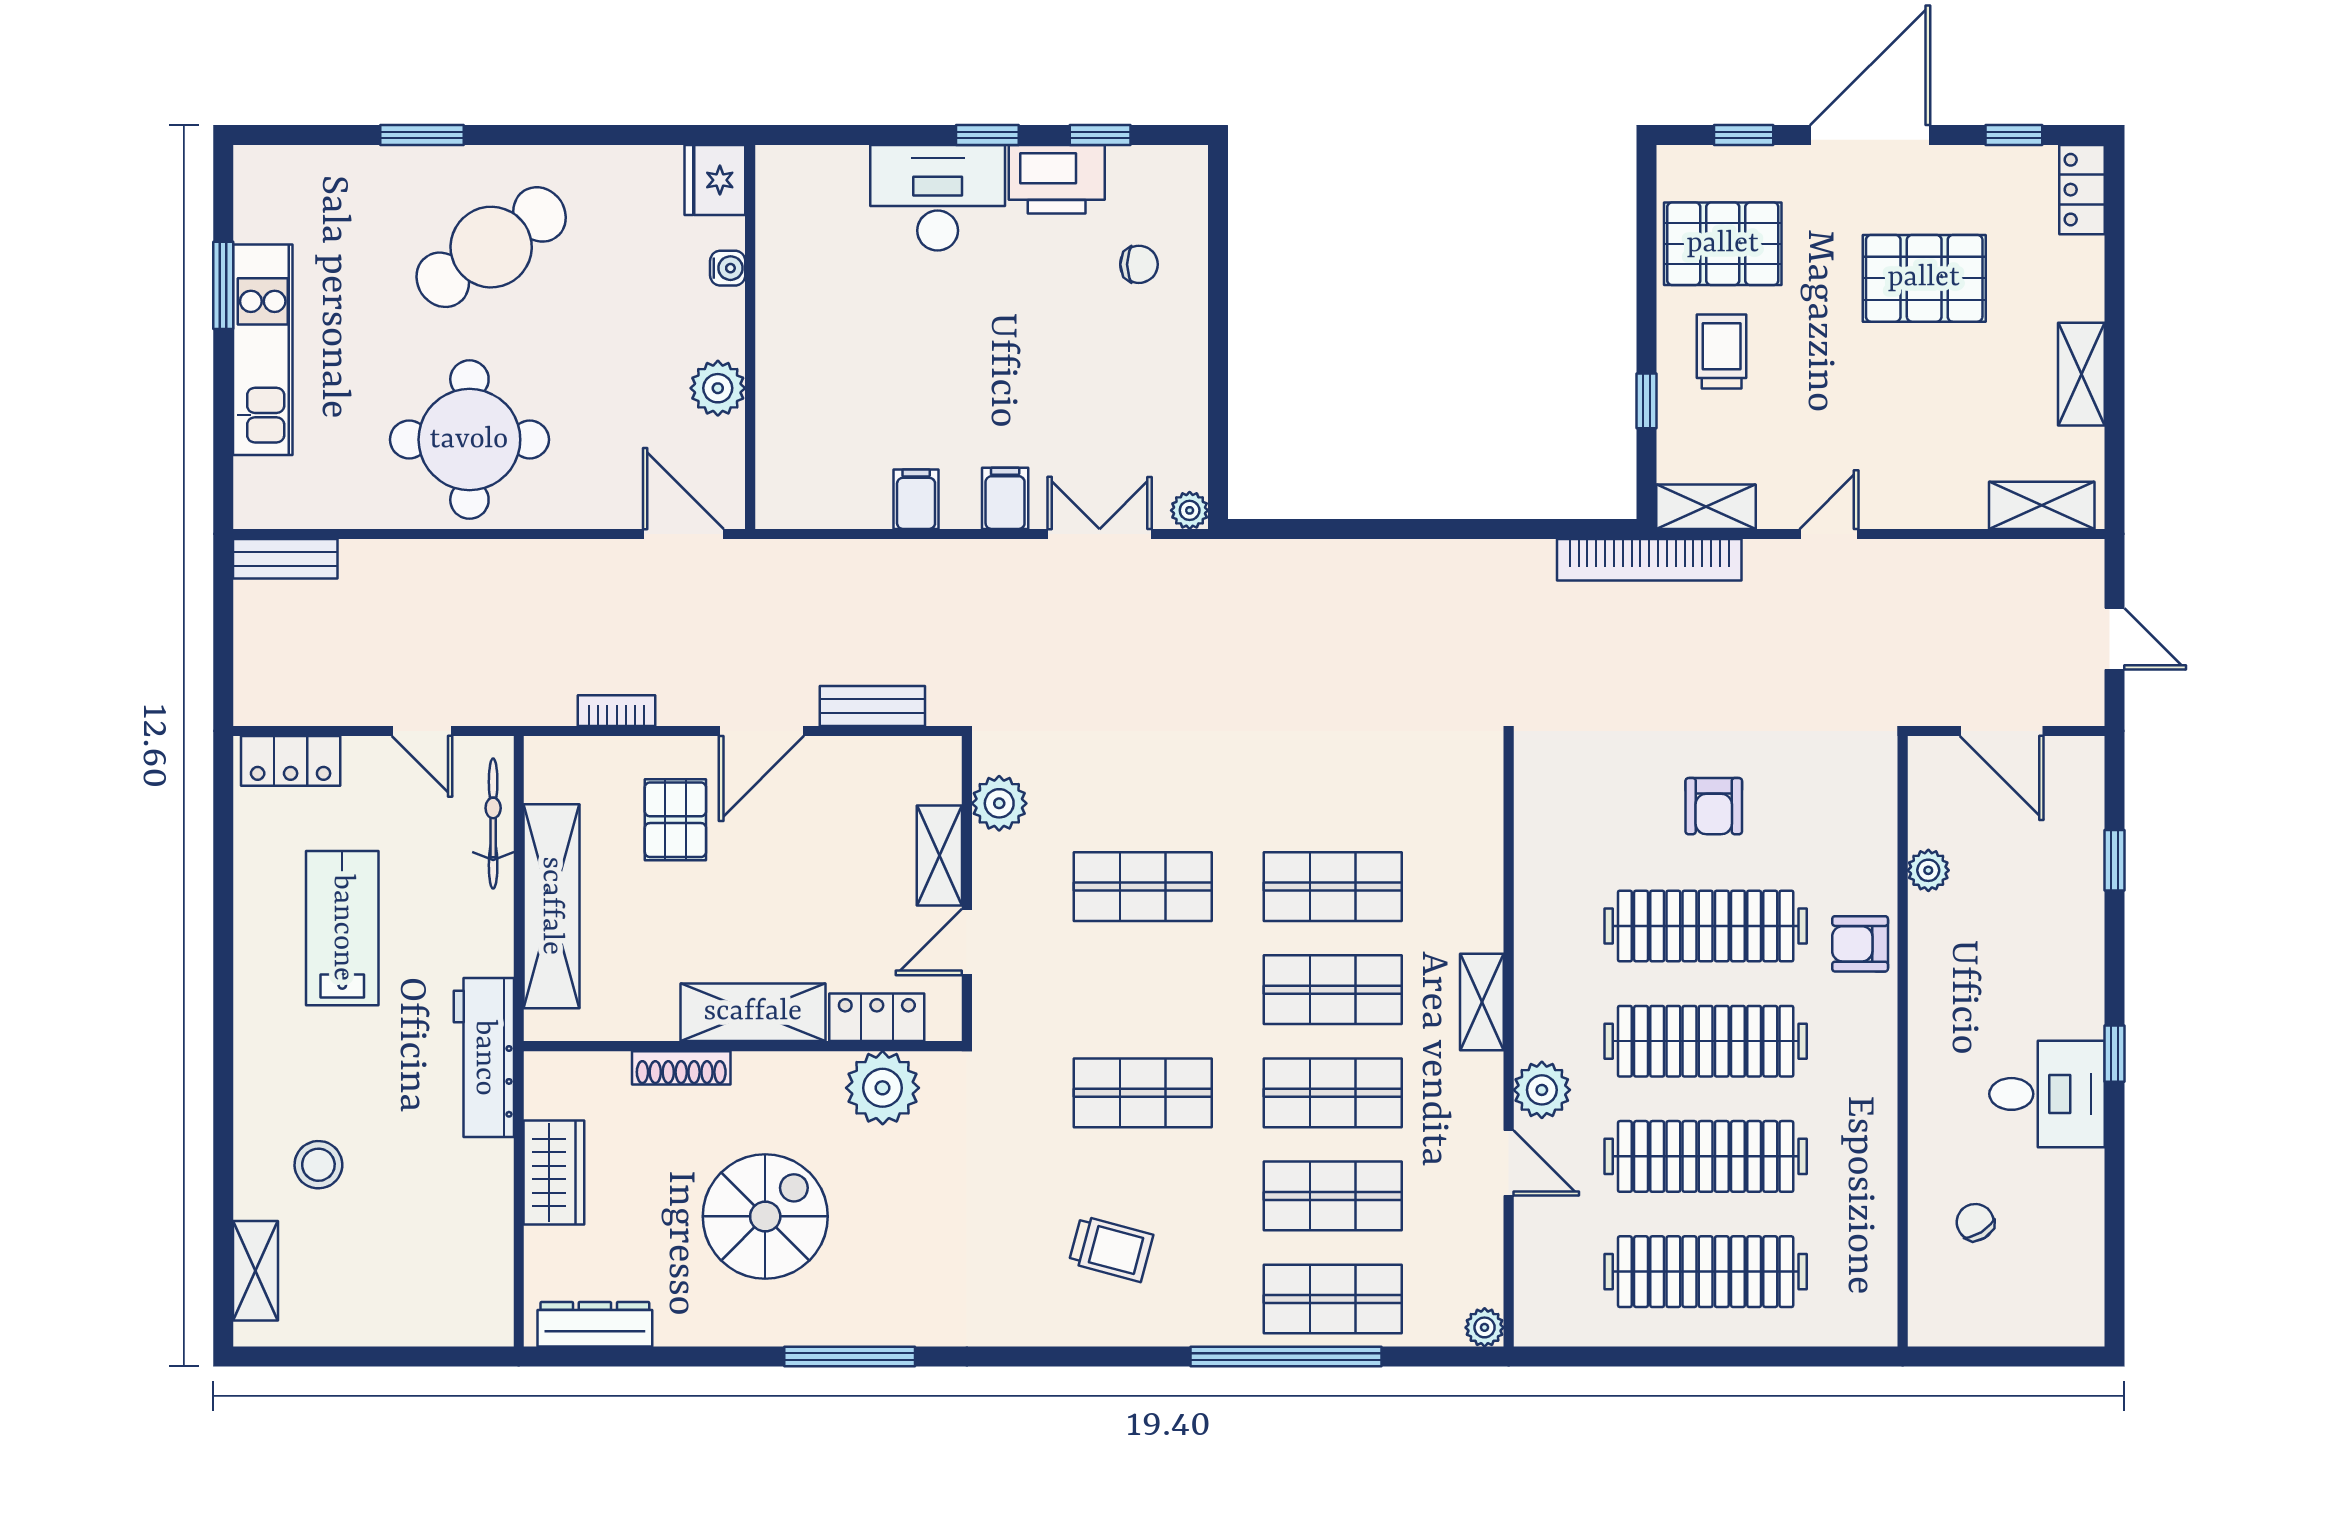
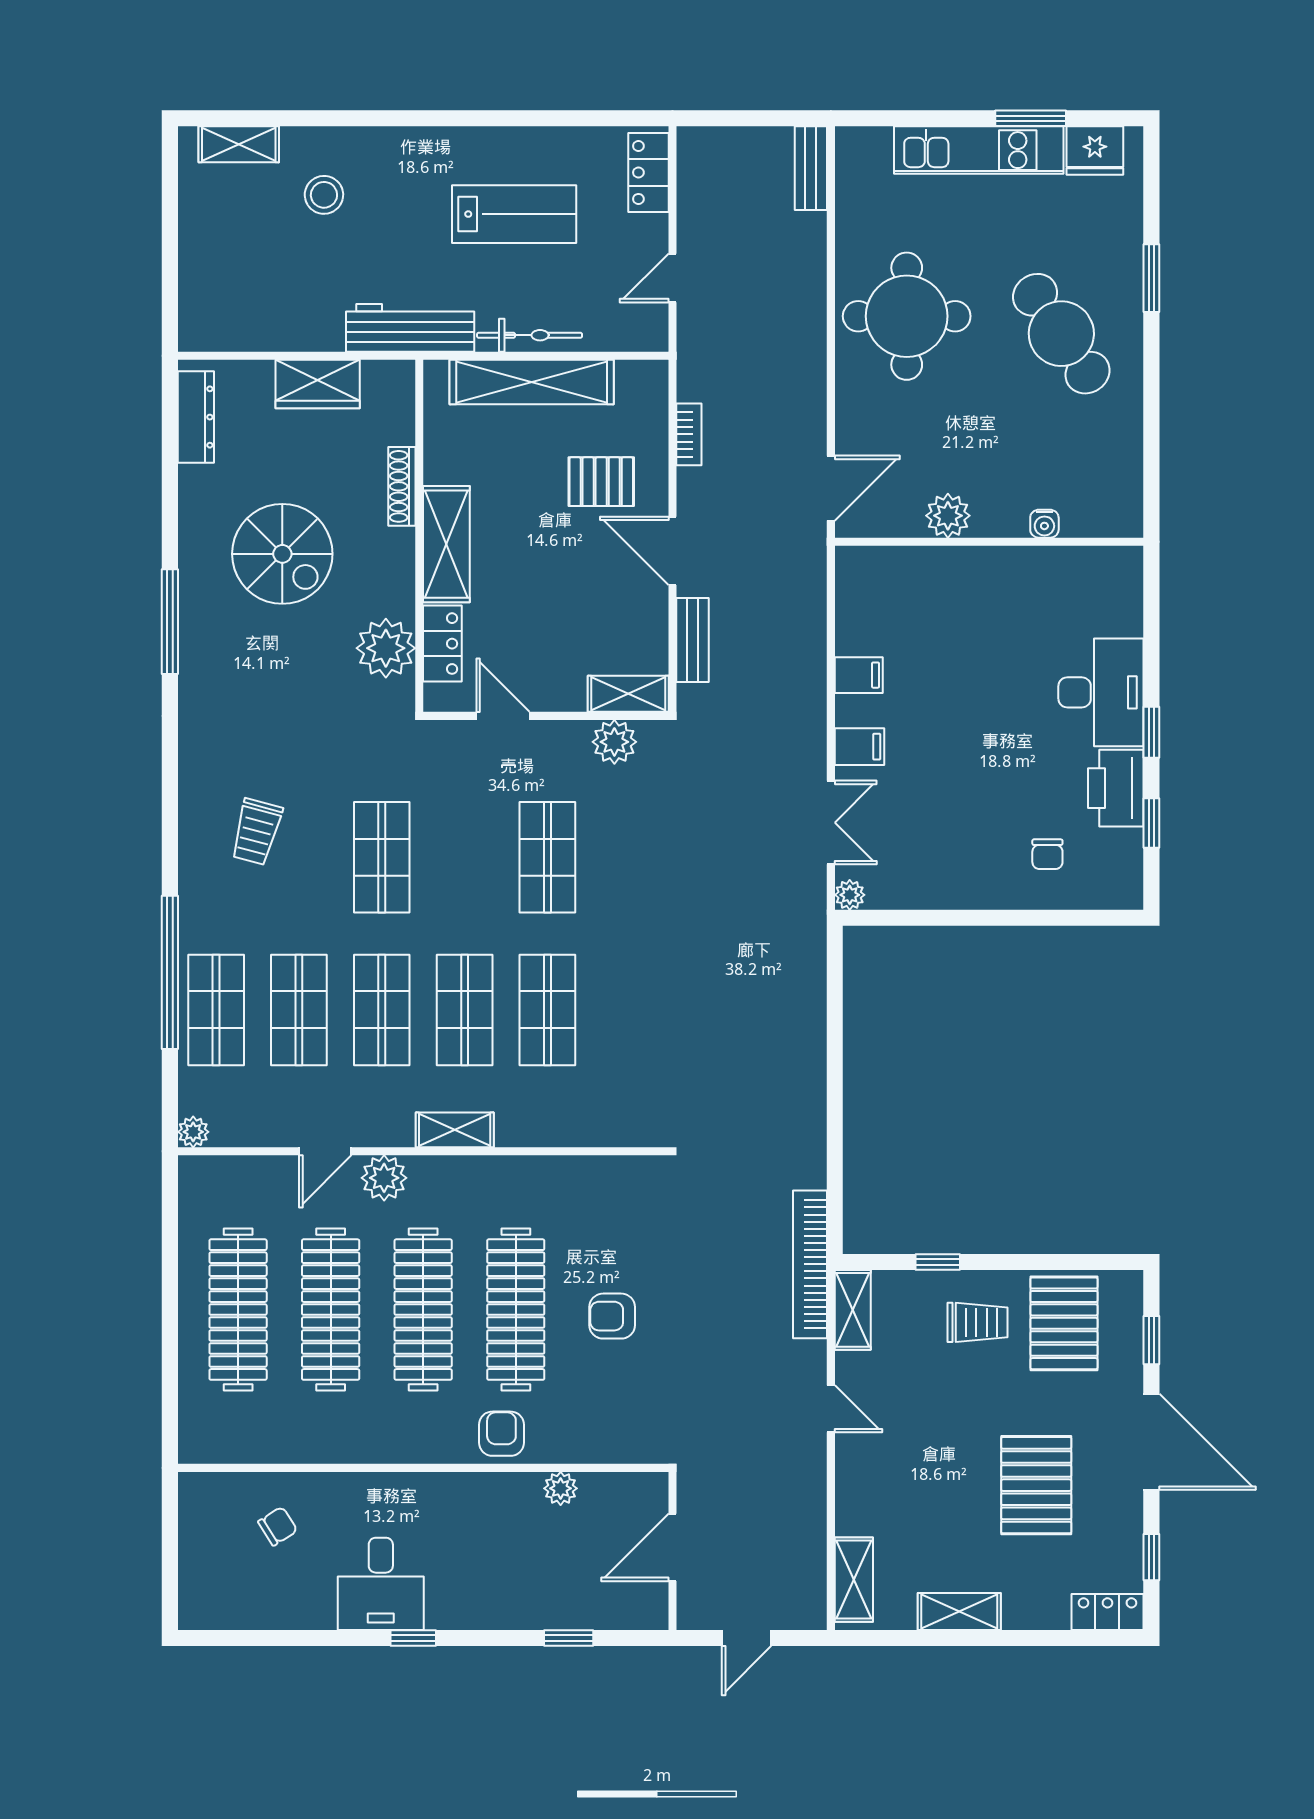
fridge: (715, 180) -> (1095, 151), moved, turned 180
bicycle: (493, 824) -> (530, 335), moved
shelving: (939, 855) -> (628, 694), moved

